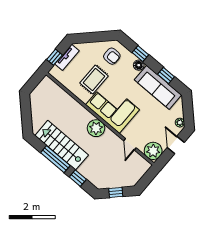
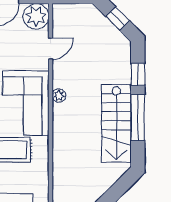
plant: (96, 128) -> (59, 96), width x0.53, depth x0.53

